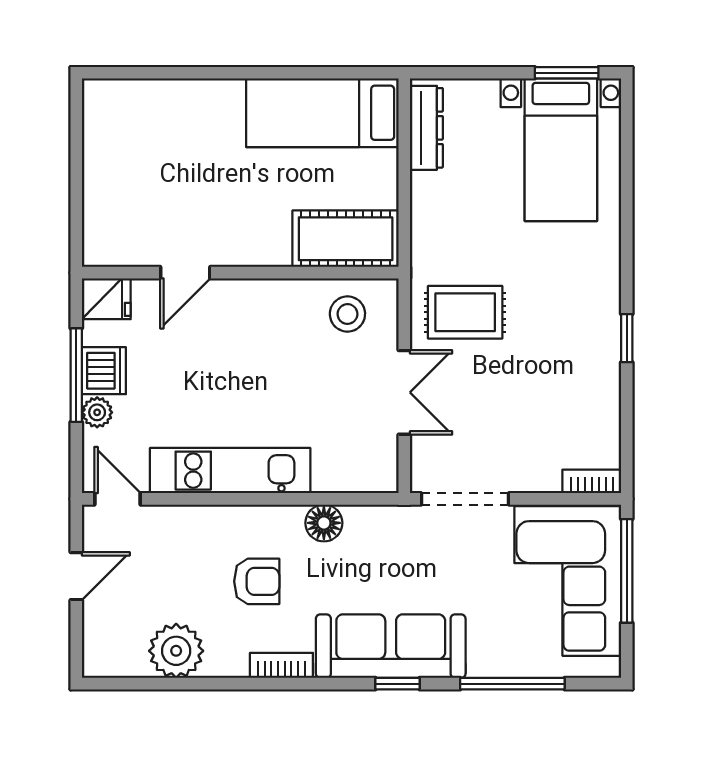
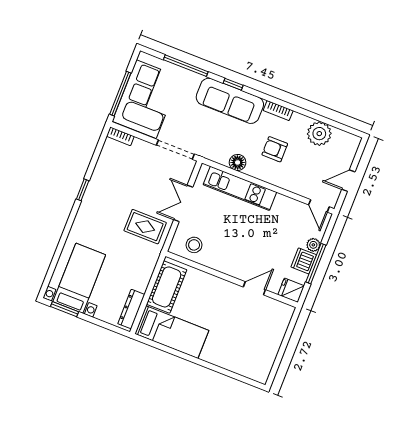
cot: (346, 239) -> (167, 287), moved, turned 90
kitchen unit: (230, 471) -> (240, 188), moved

